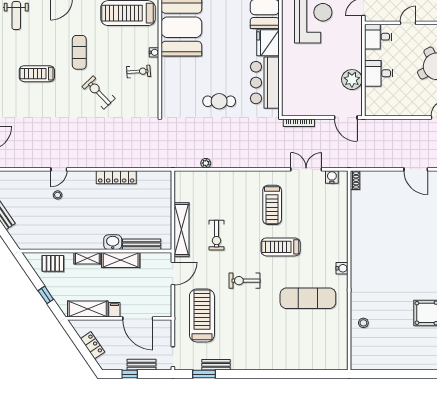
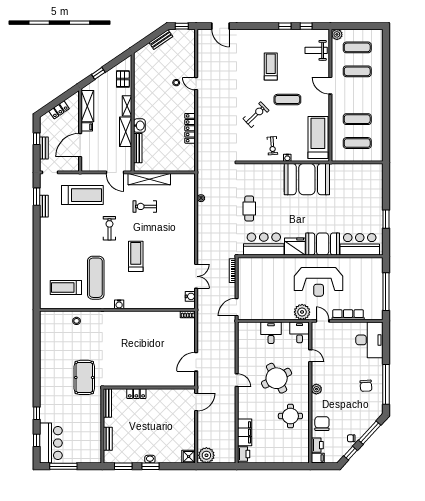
plant: (352, 80) -> (302, 312), moved
treadmill: (272, 205) -> (66, 287), moved

